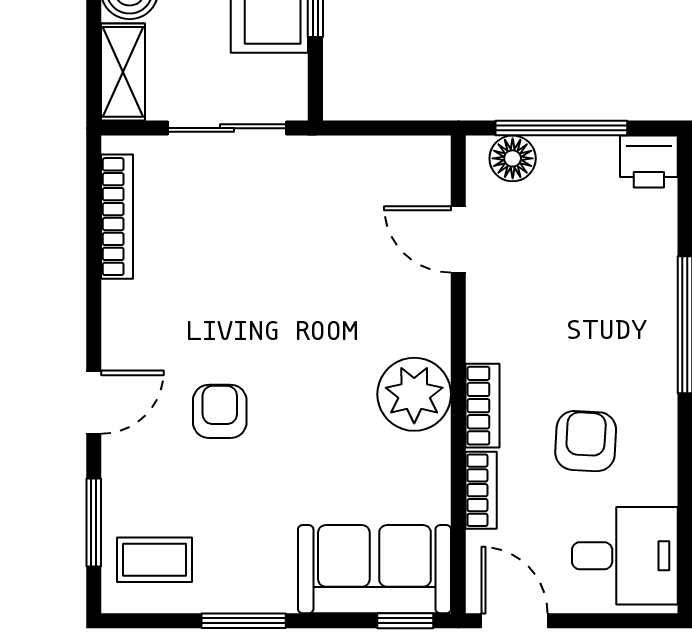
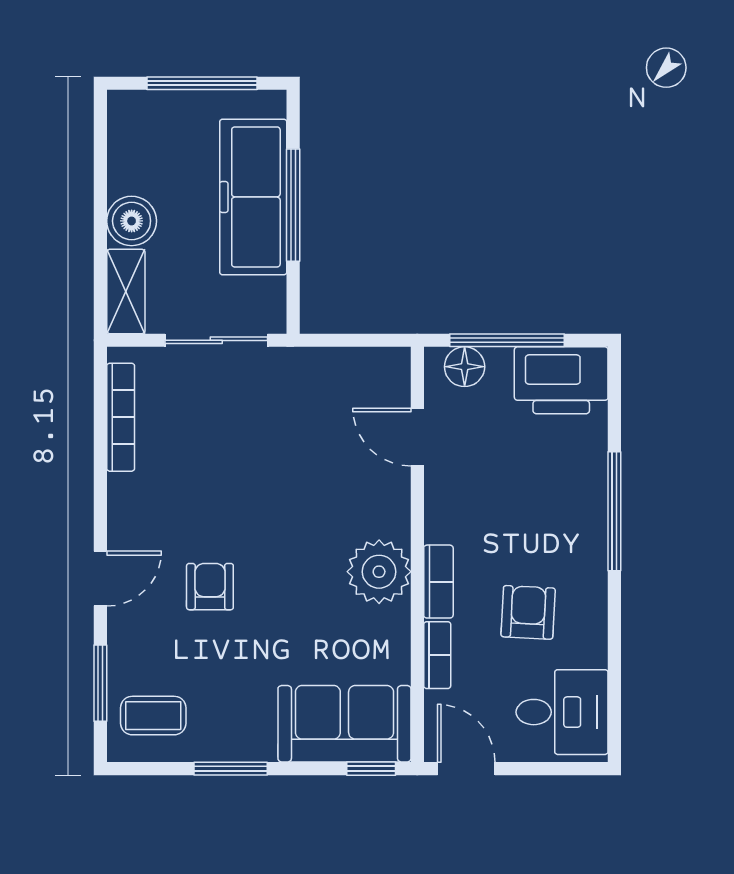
printer: (649, 162) -> (561, 380), width x1.87, depth x1.48

